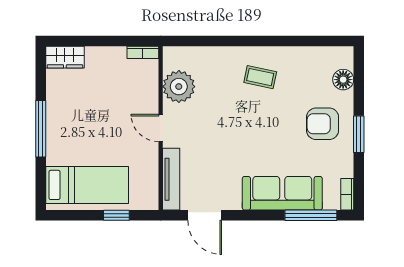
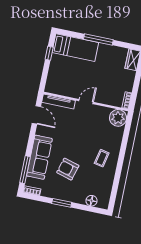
plant: (179, 87) -> (118, 118), moved
armchair: (323, 124) -> (68, 169), moved, turned -74
bed: (87, 185) -> (75, 48), moved, turned -90
window: (116, 215) -> (49, 53), moved
door: (205, 215) -> (36, 115), swing flipped

